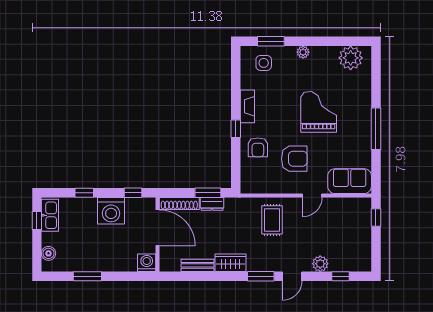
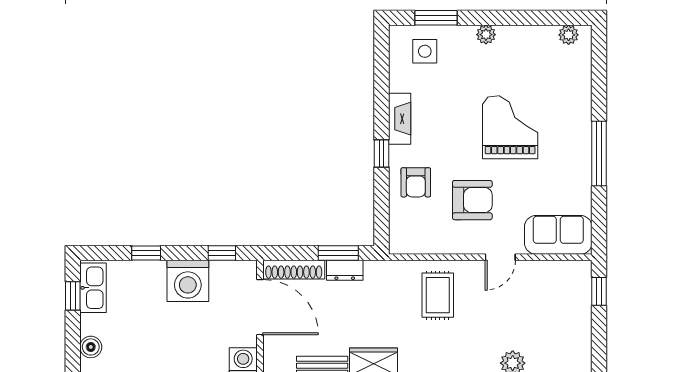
plant: (351, 58) -> (569, 35), width x0.53, depth x0.53

